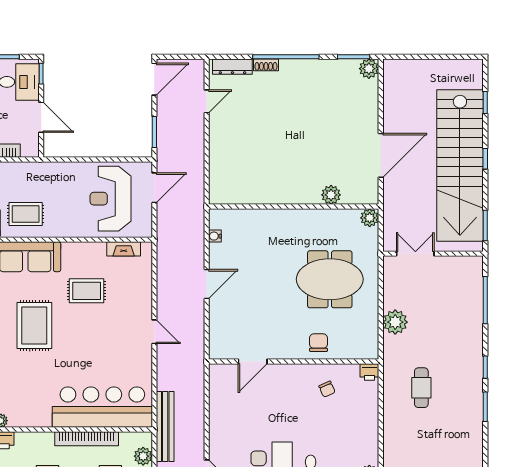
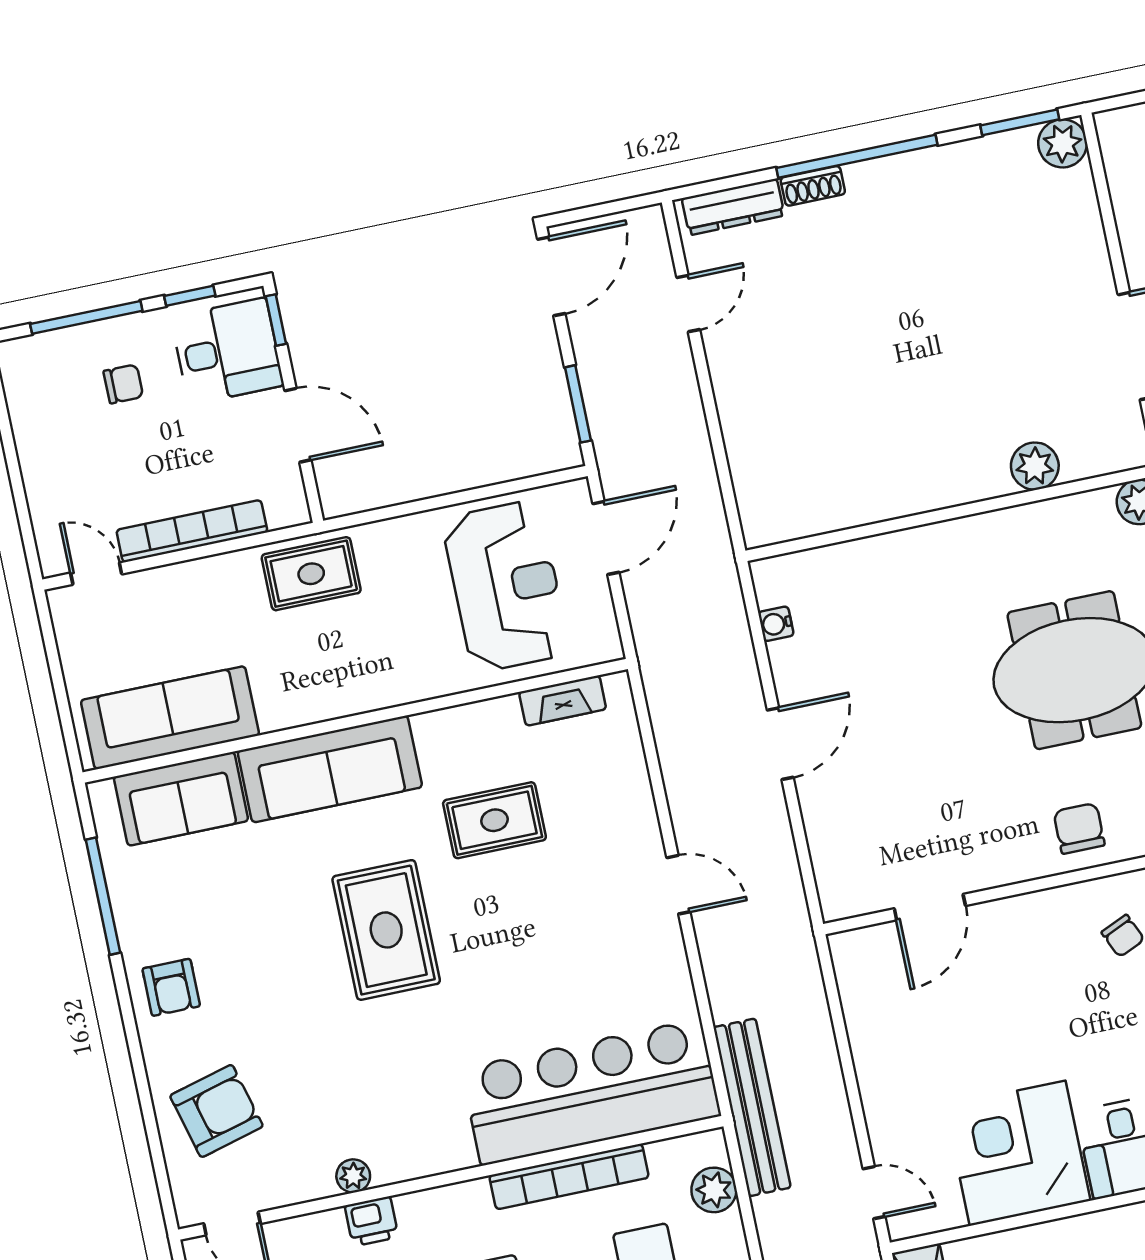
reception desk: (111, 199) -> (506, 586), turned 180
rug: (26, 214) -> (311, 574), moved

